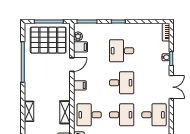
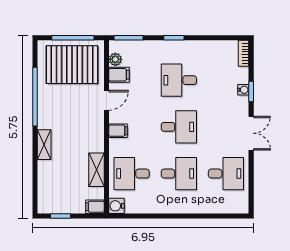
shelving: (29, 111) -> (44, 145), moved

